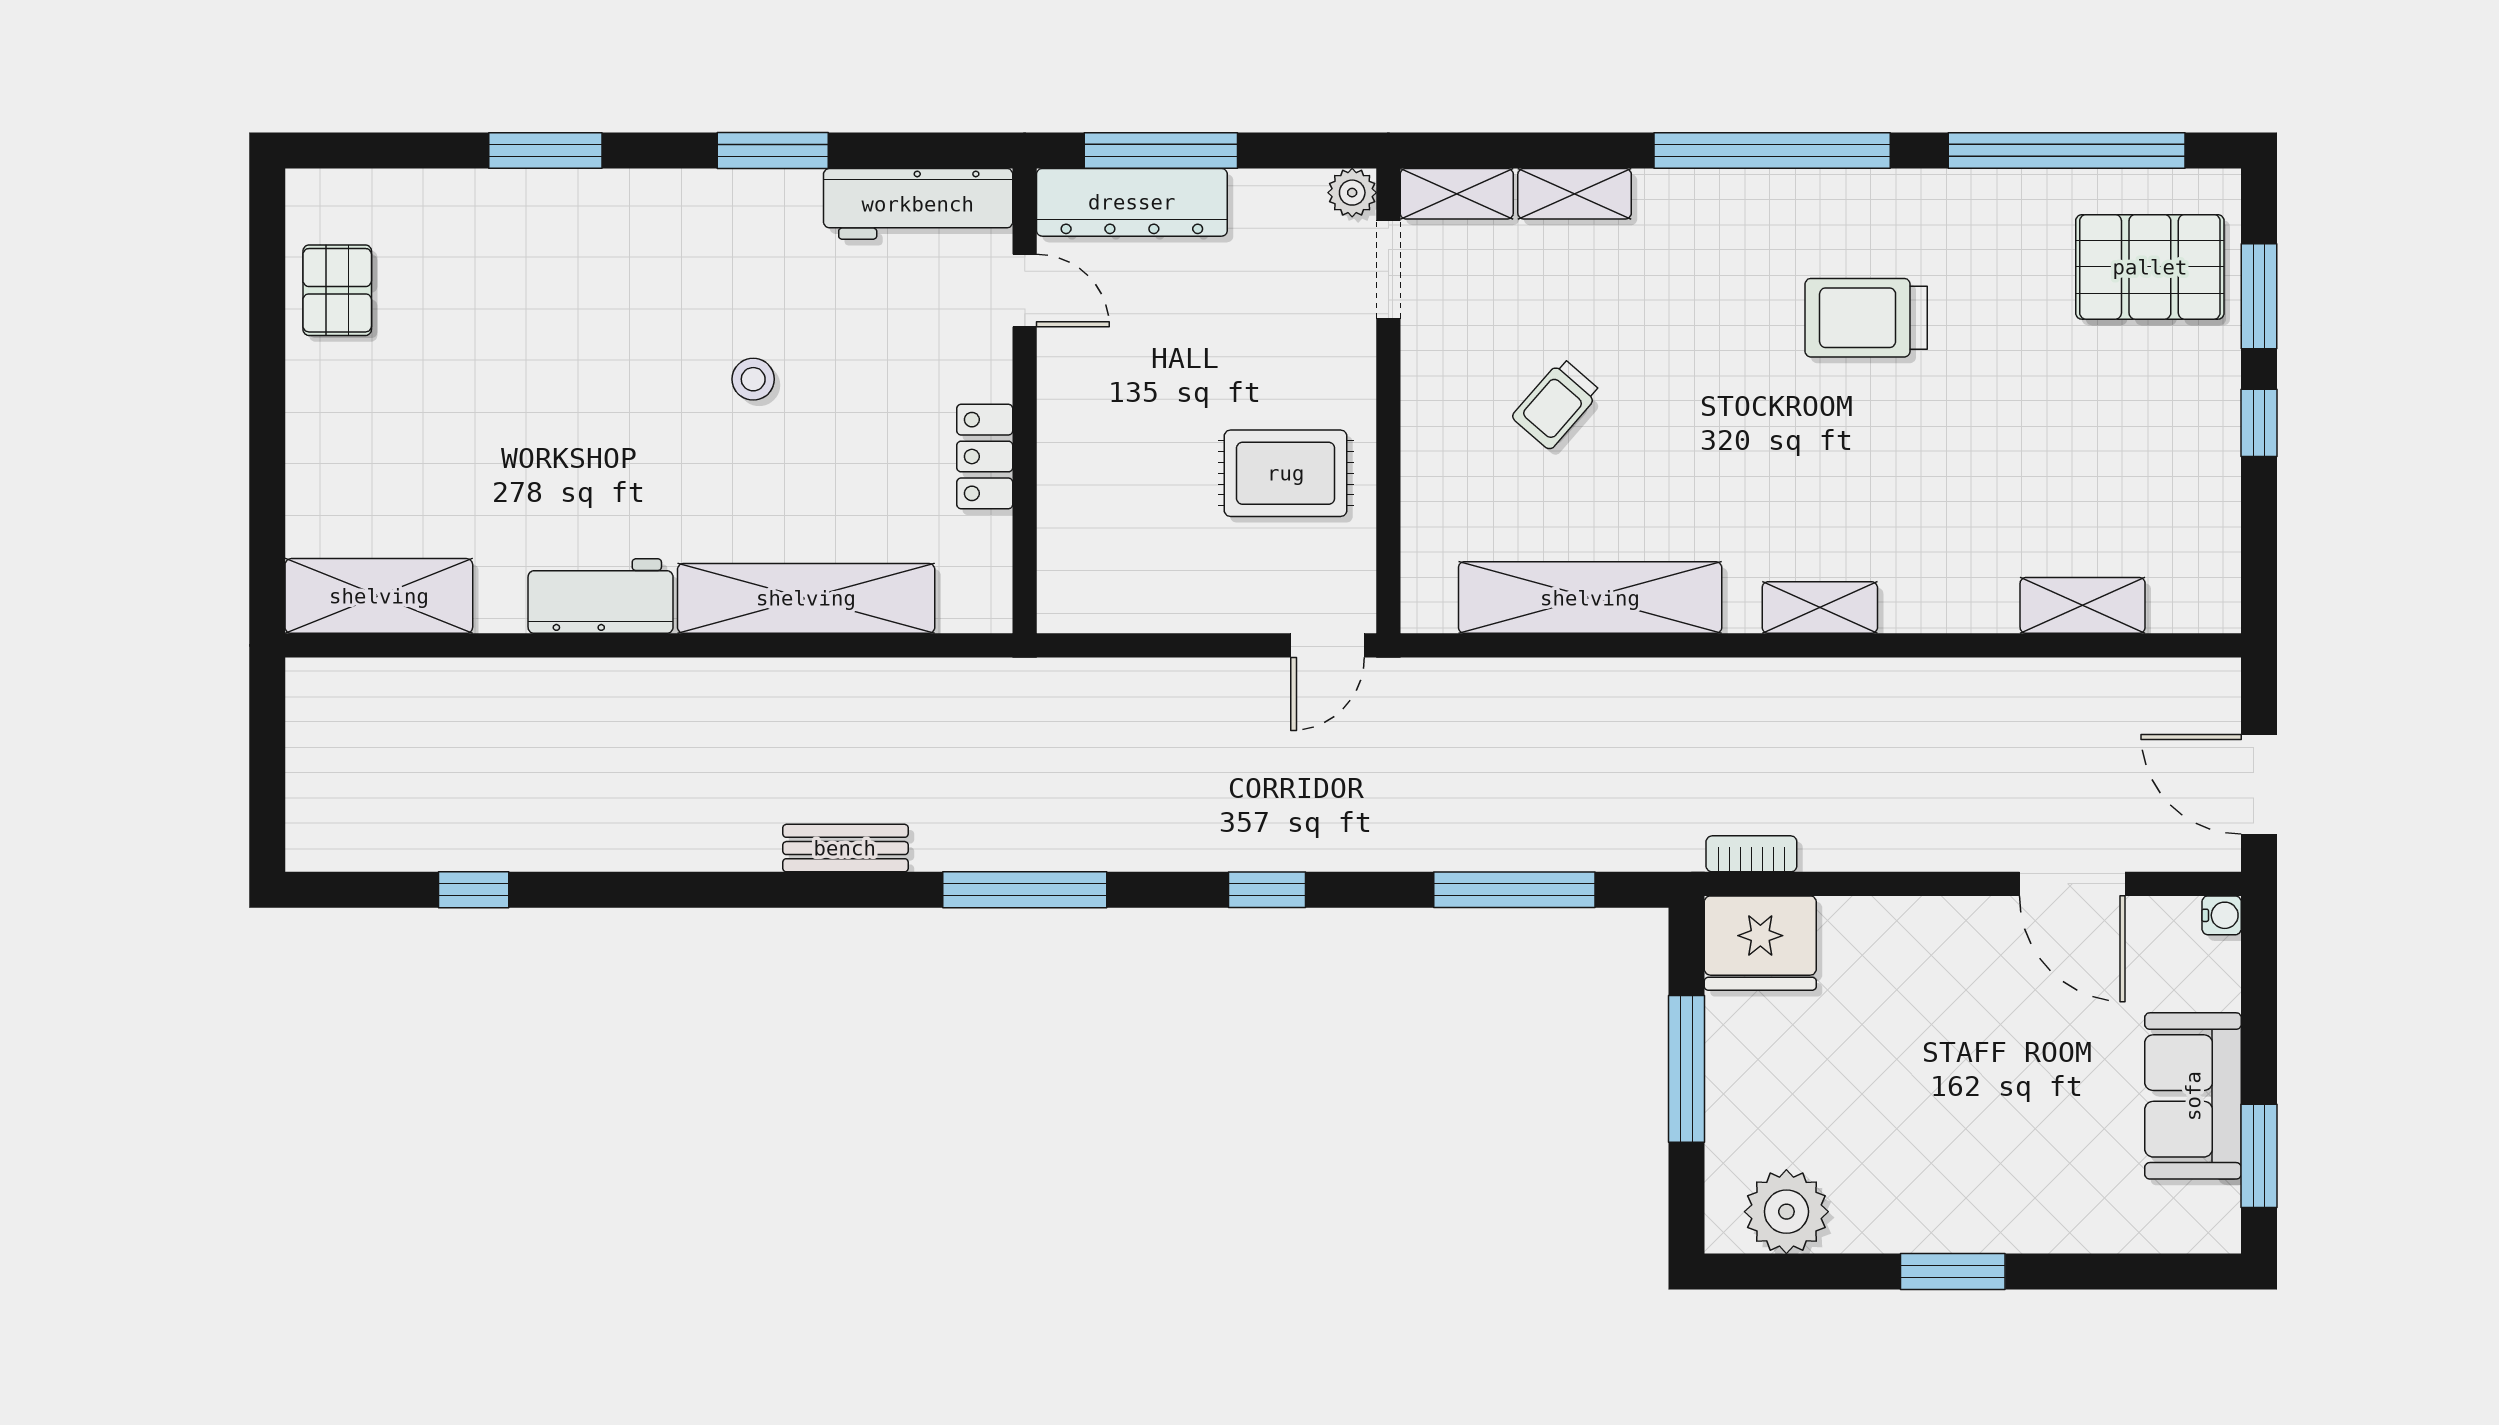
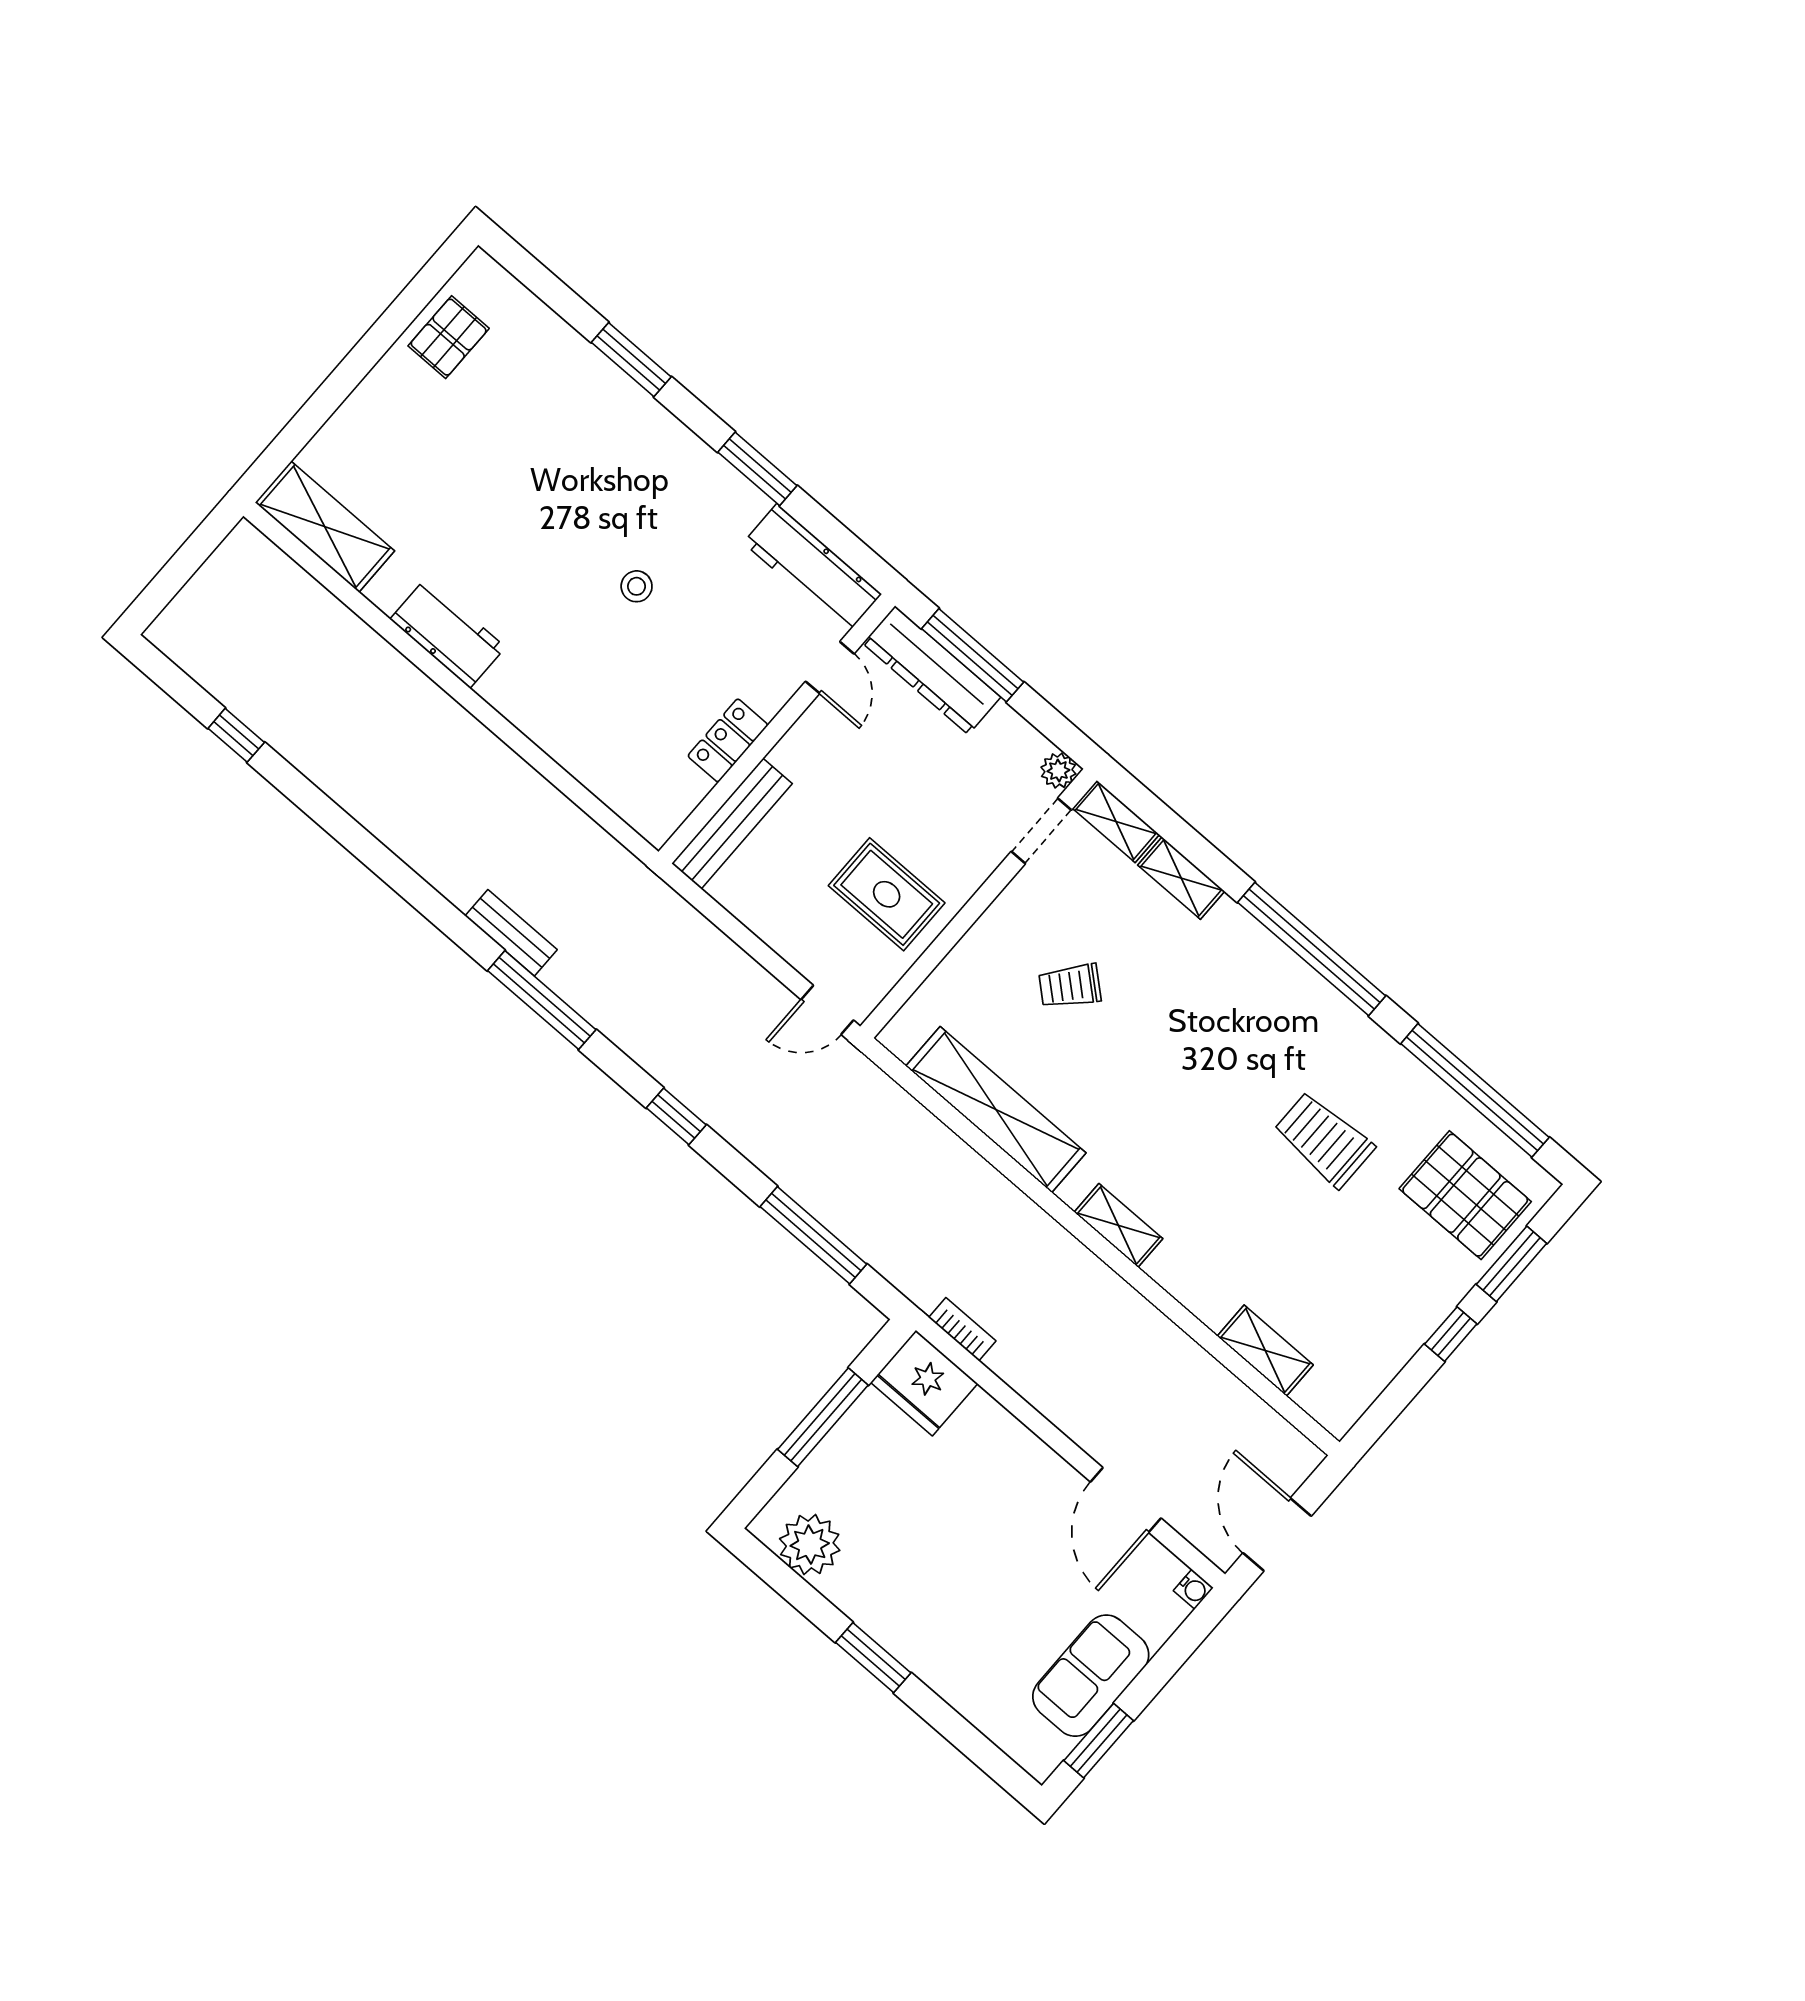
trolley: (1866, 318) -> (1324, 1139), moved
bench: (1063, 538) -> (732, 824), added
shelving: (806, 598) -> (561, 733), removed
bench: (845, 848) -> (511, 933), moved

